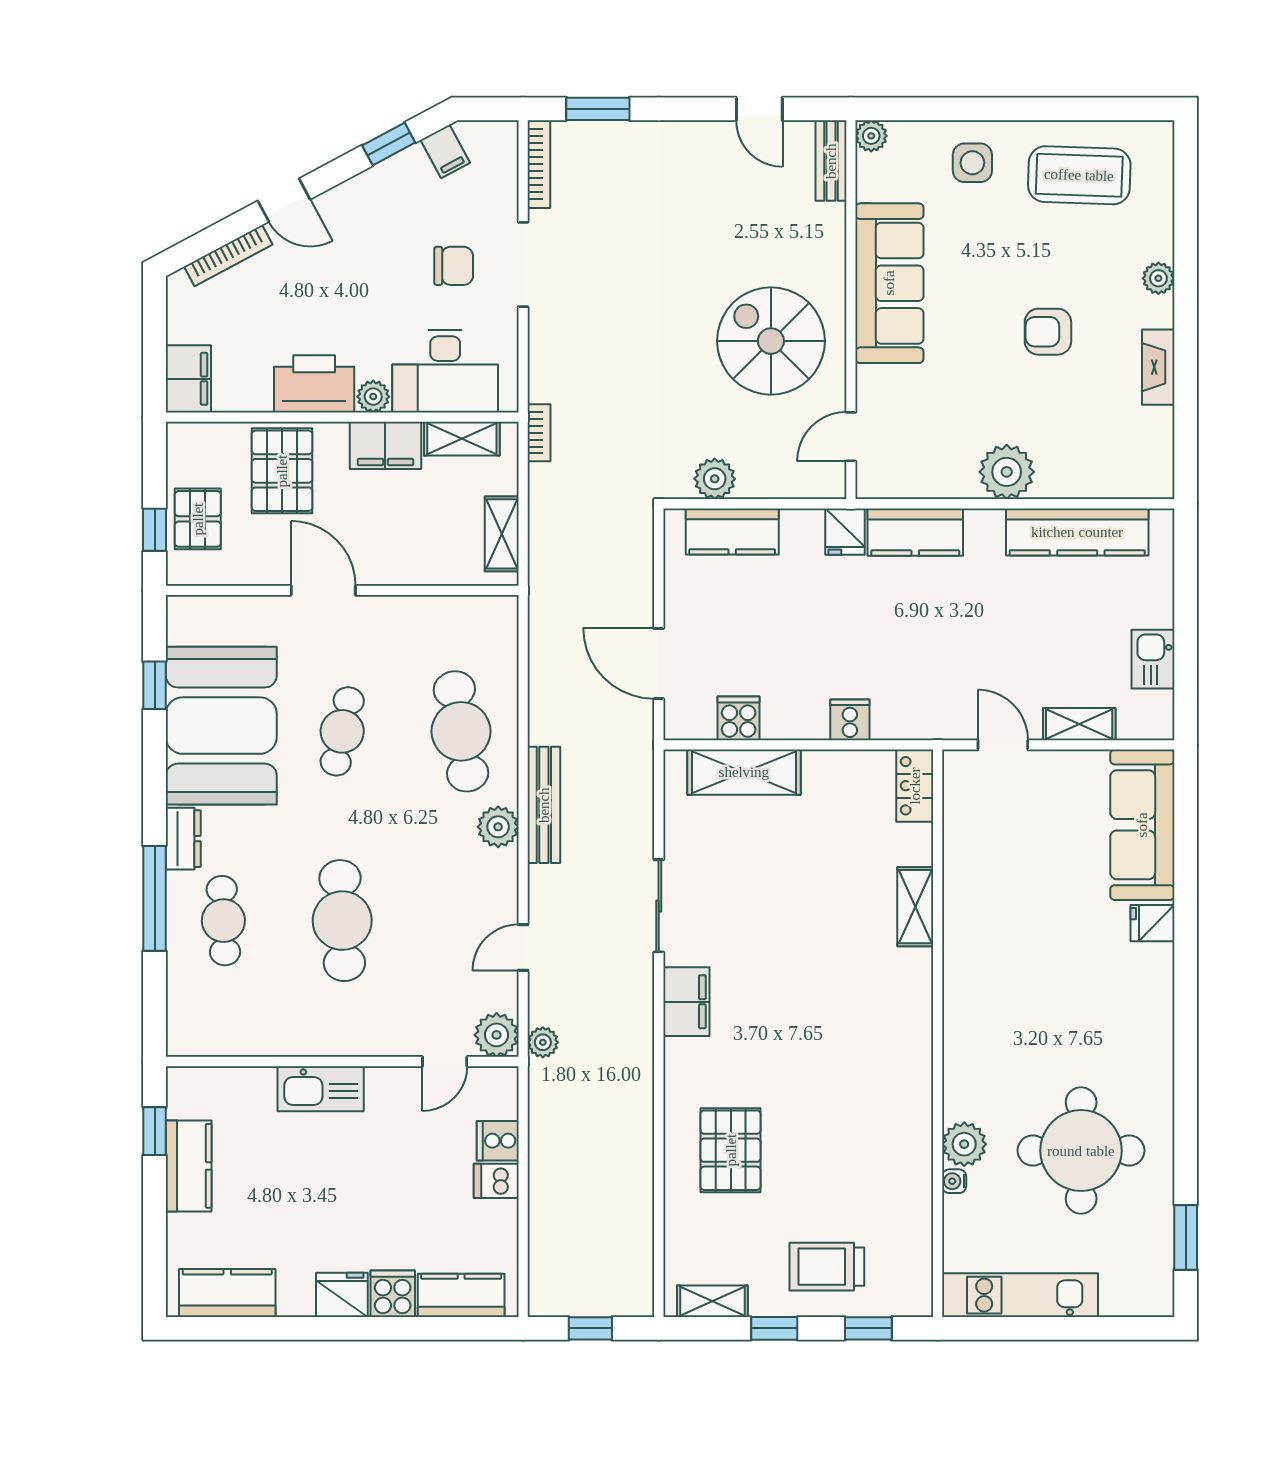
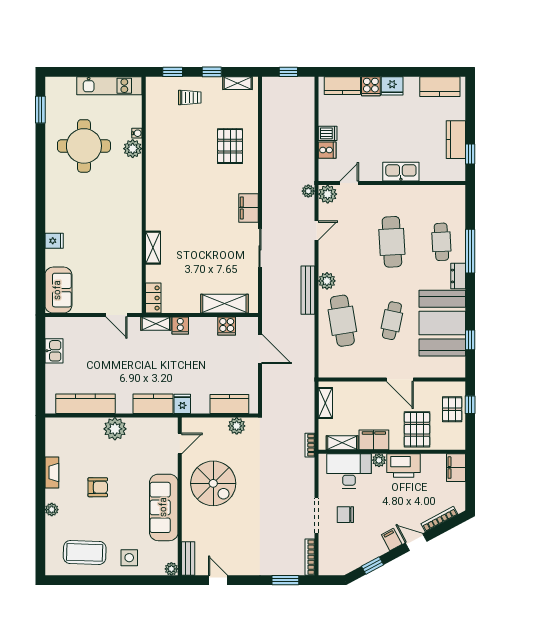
filing cabinet: (445, 151) -> (392, 540), moved
shelving: (1079, 724) -> (156, 324), moved
sofa: (1142, 825) -> (58, 290), width x0.73
trolley: (827, 1267) -> (190, 98), width x0.73, depth x0.72

